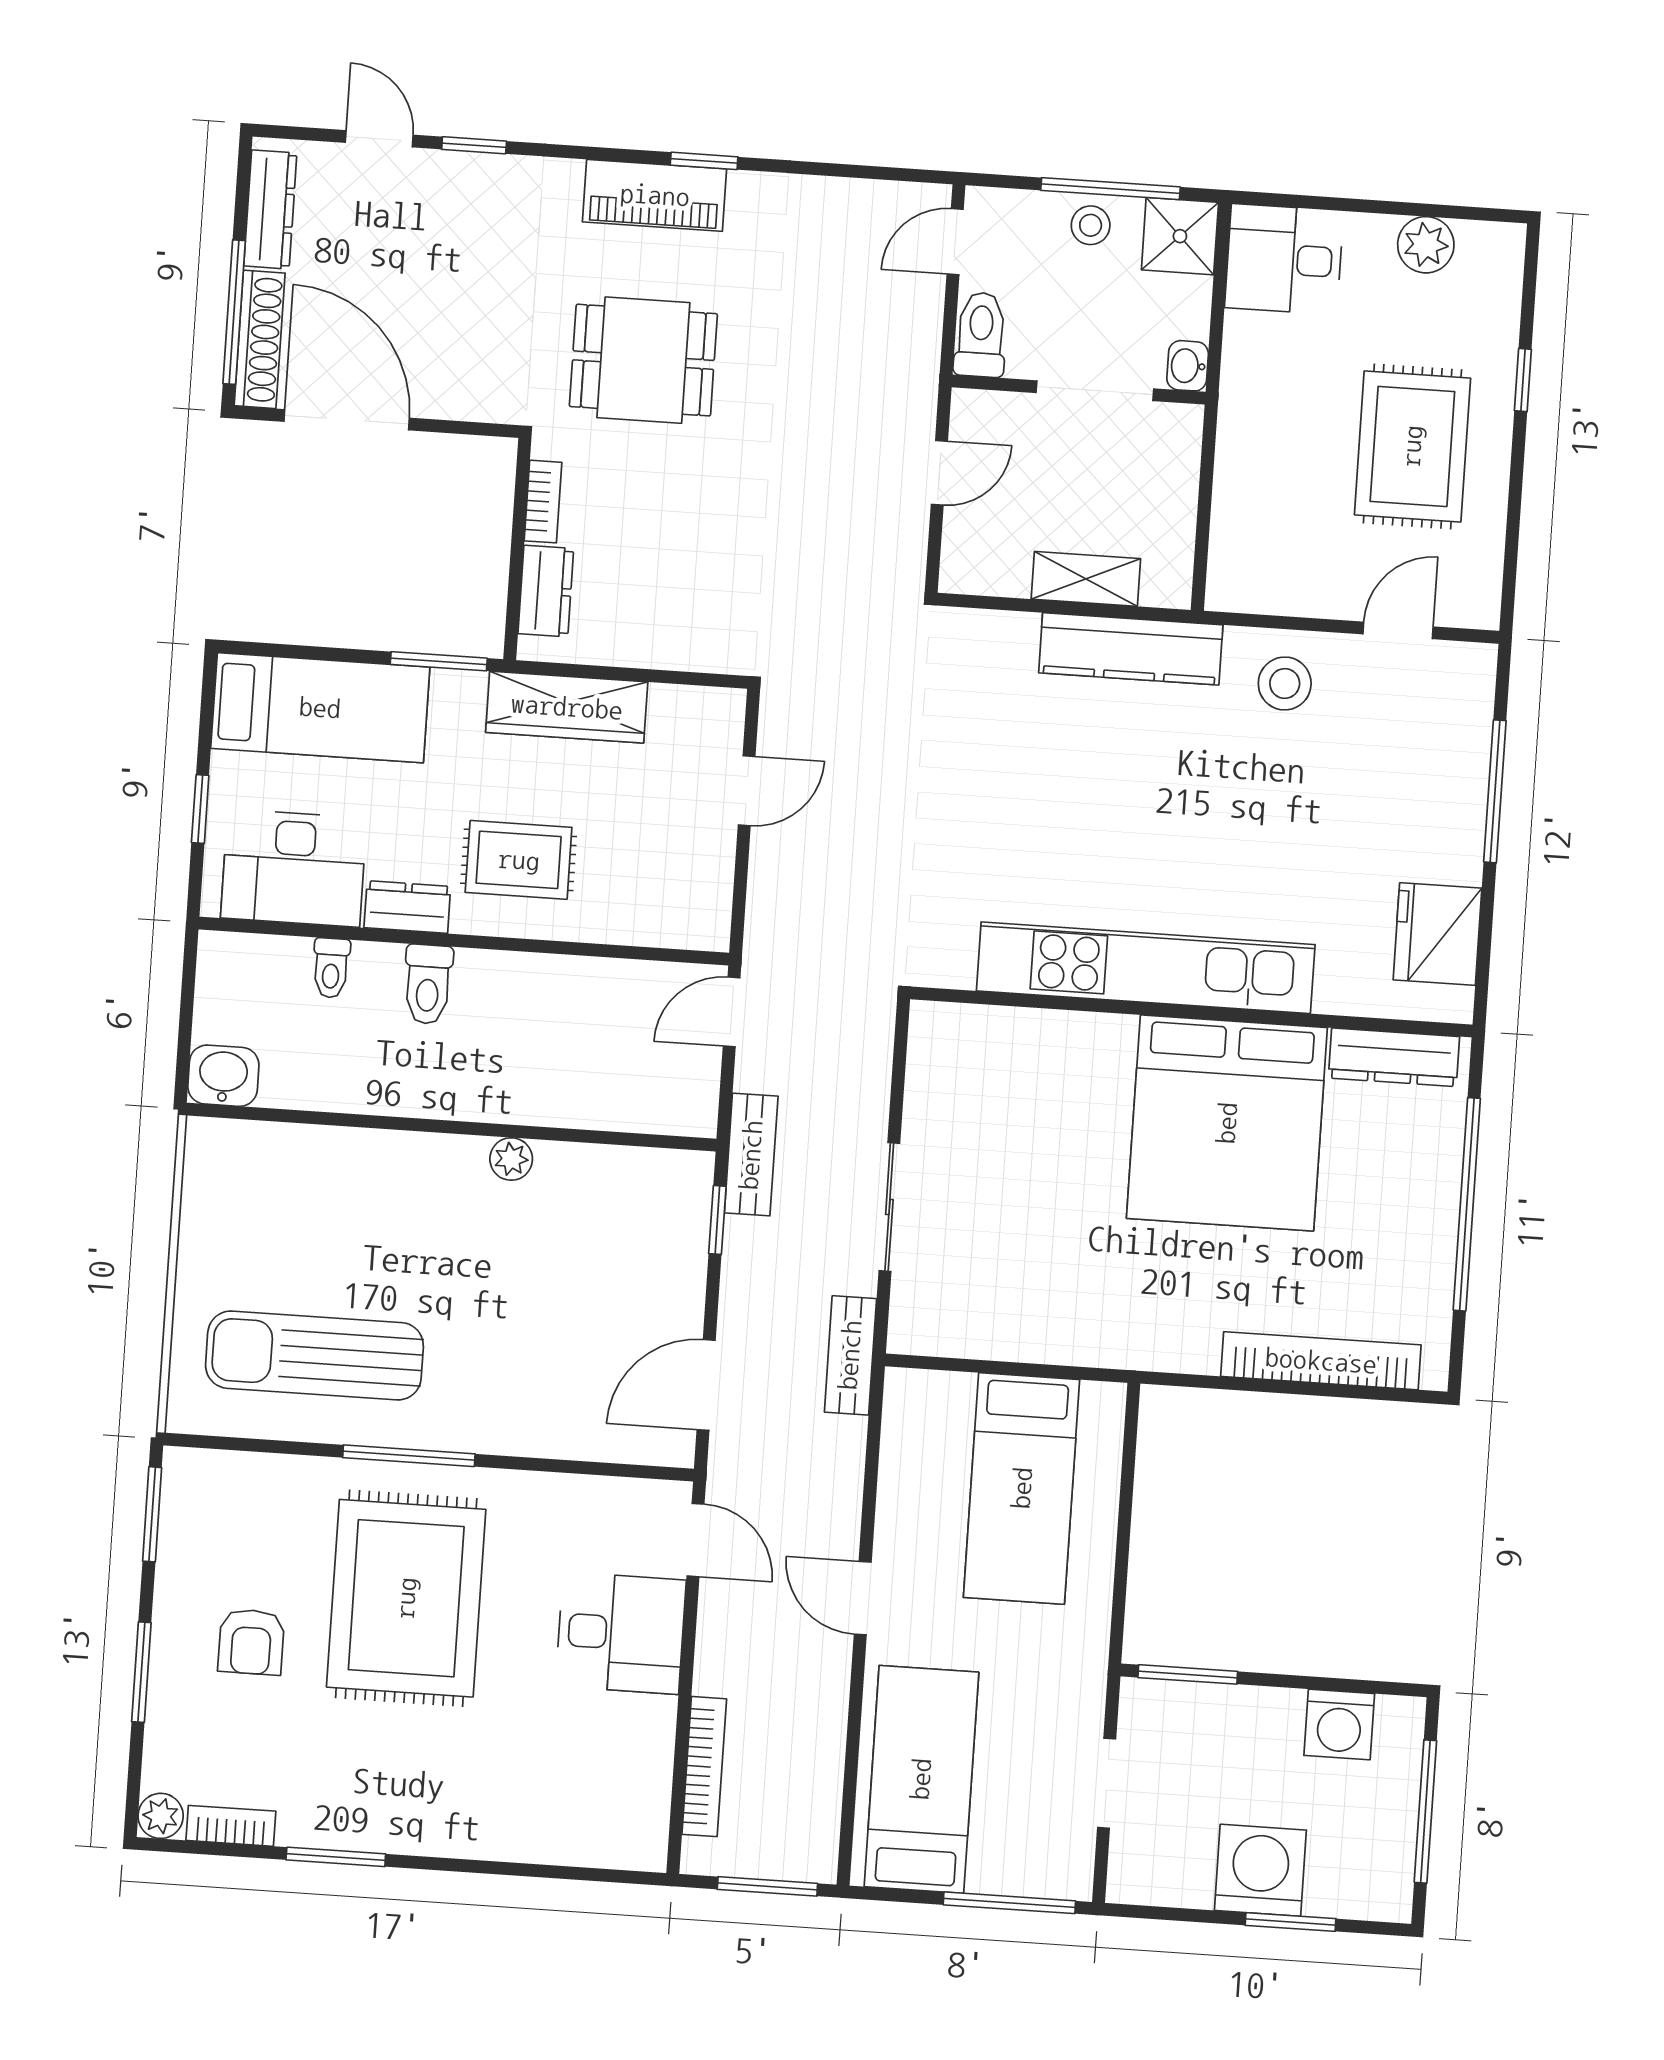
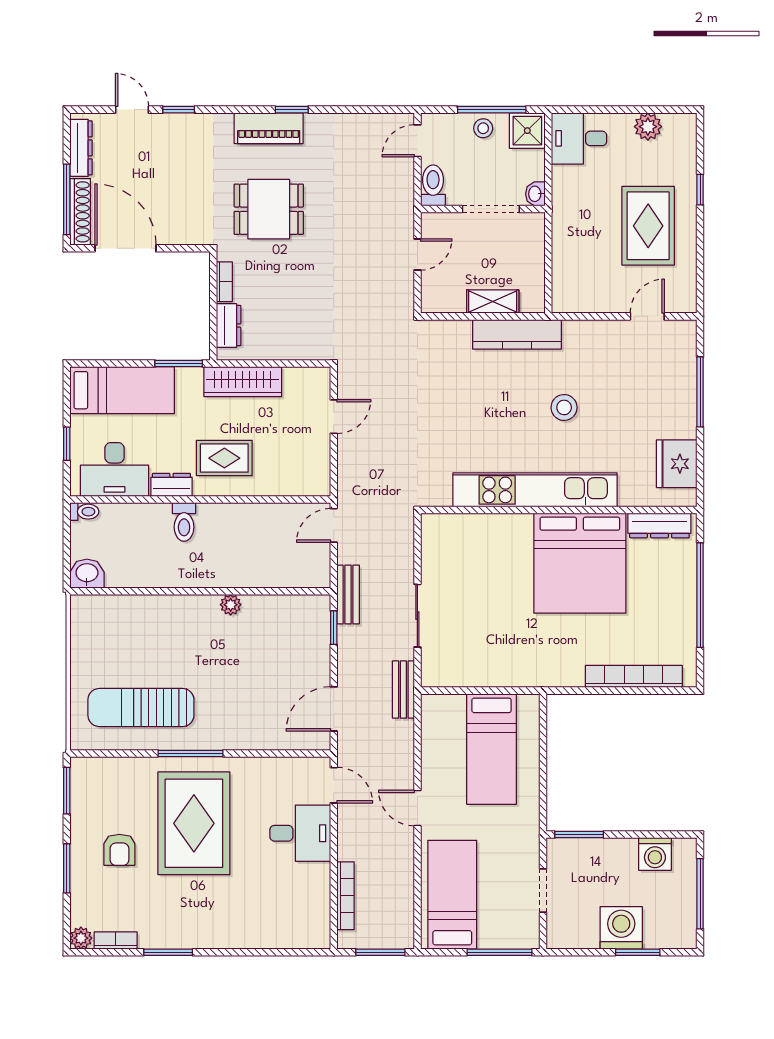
stool: (1285, 683) -> (564, 407), moved
toilet: (331, 968) -> (84, 512), moved, turned -90

